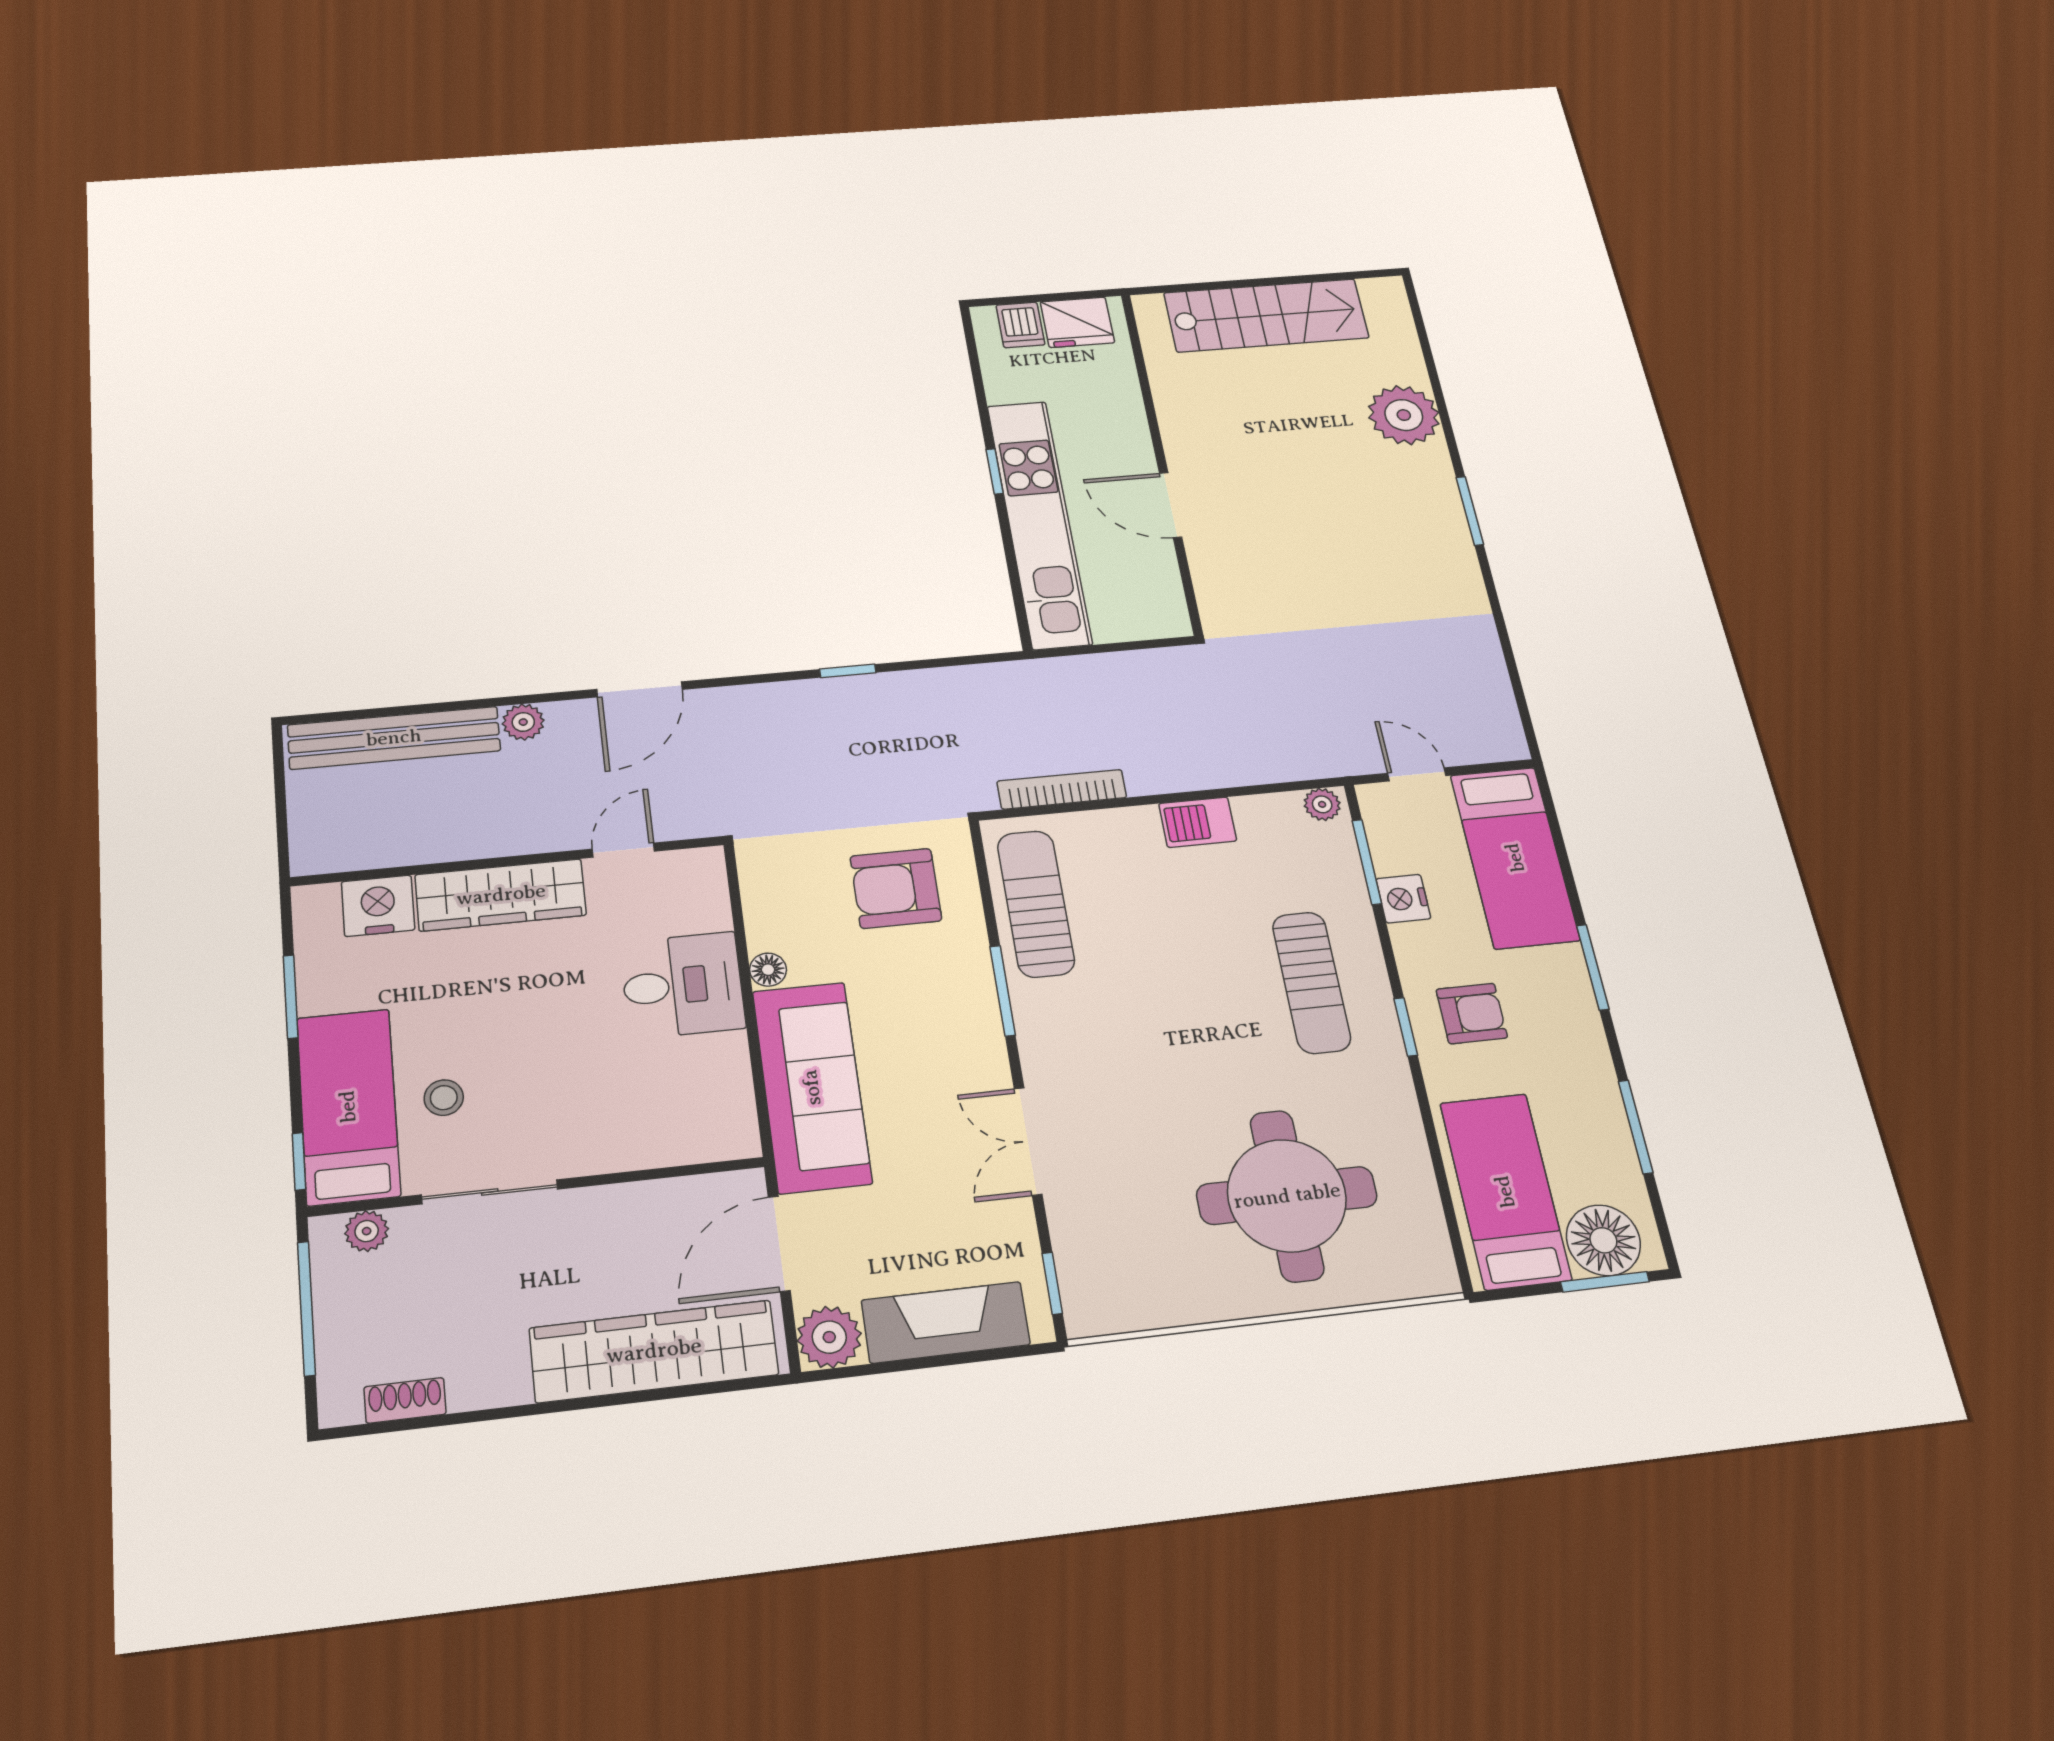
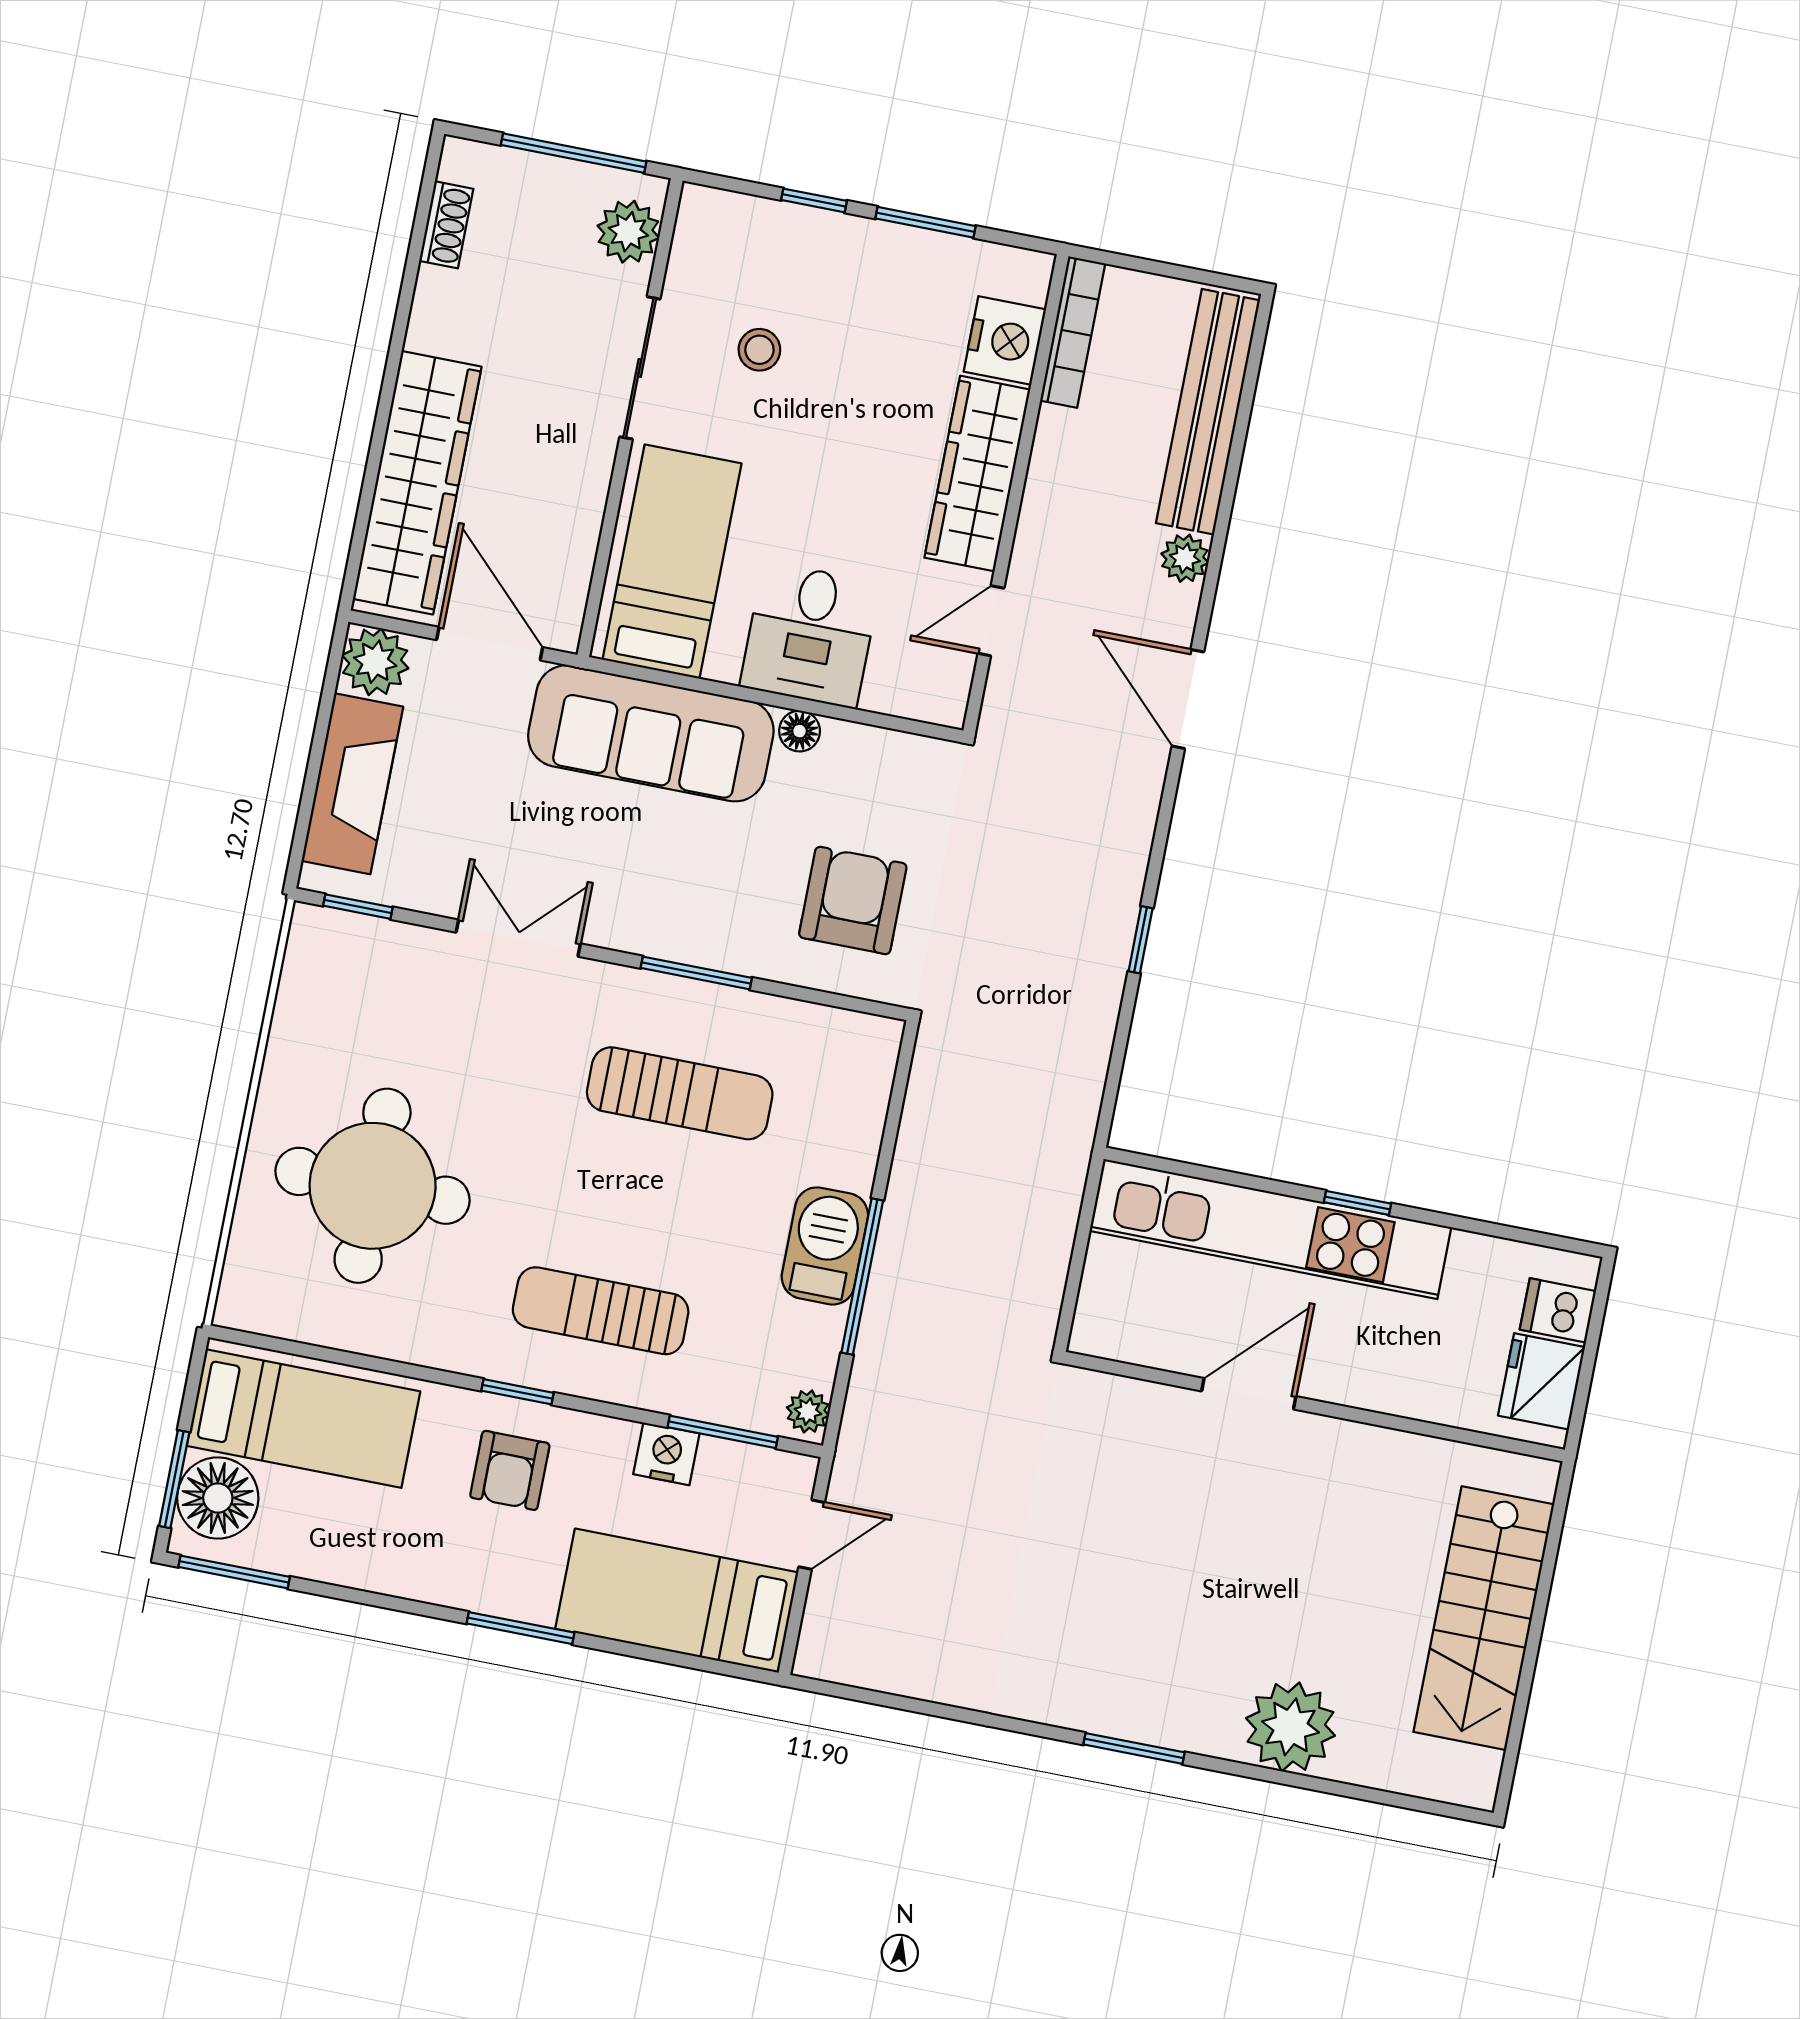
bookcase: (1062, 789) -> (1073, 332), moved
window: (1198, 795) -> (862, 1277), added
barbecue: (1198, 822) -> (825, 1246), width x1.38, depth x1.27
door: (623, 850) -> (991, 621), swing flipped
sun lounger: (1036, 904) -> (680, 1093), moved
bed: (348, 1106) -> (672, 562), moved, turned -90
window: (1636, 1127) -> (234, 1572), moved
window: (299, 1161) -> (814, 200), moved
plant: (367, 1231) -> (628, 232), width x1.38, depth x1.38

